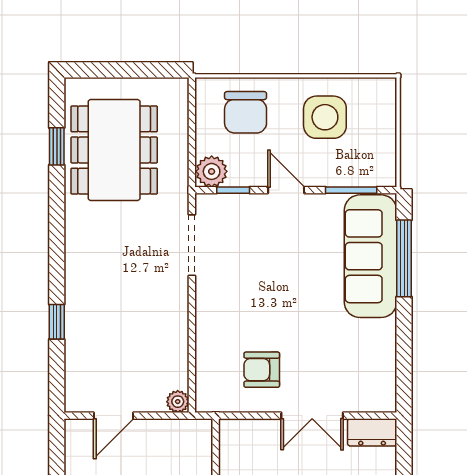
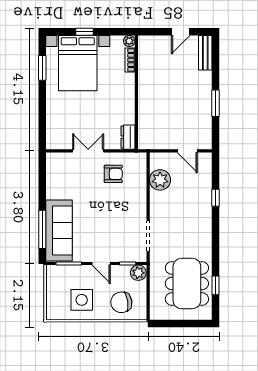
chair: (246, 112) -> (121, 302), turned -99
plant: (178, 402) -> (160, 180), moved, width x1.87, depth x1.87
door: (113, 416) -> (187, 151), swing flipped
dresser: (372, 432) -> (128, 137), moved, turned -90

